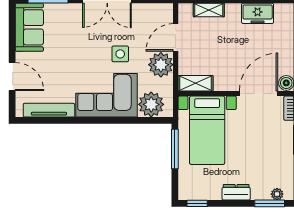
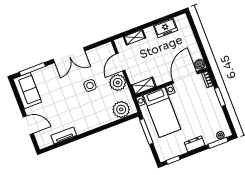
corner sofa: (107, 95) -> (91, 114), removed
tv unit: (49, 110) -> (64, 135), width x0.71

